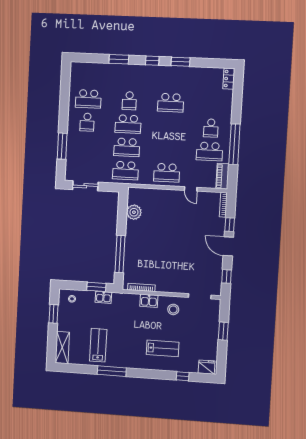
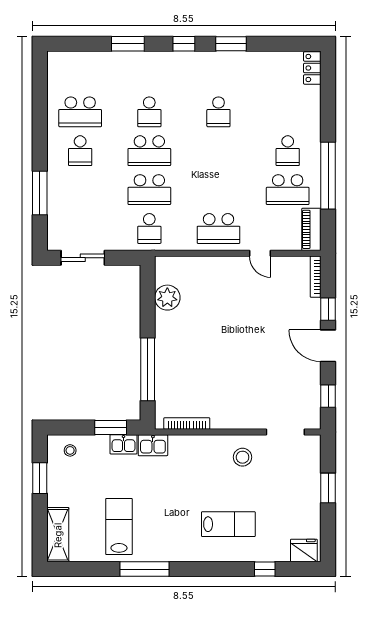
school desk: (171, 103) -> (218, 112), width x0.54
school desk: (126, 171) -> (149, 228), width x0.54
kitchen sink: (149, 301) -> (153, 445), moved

